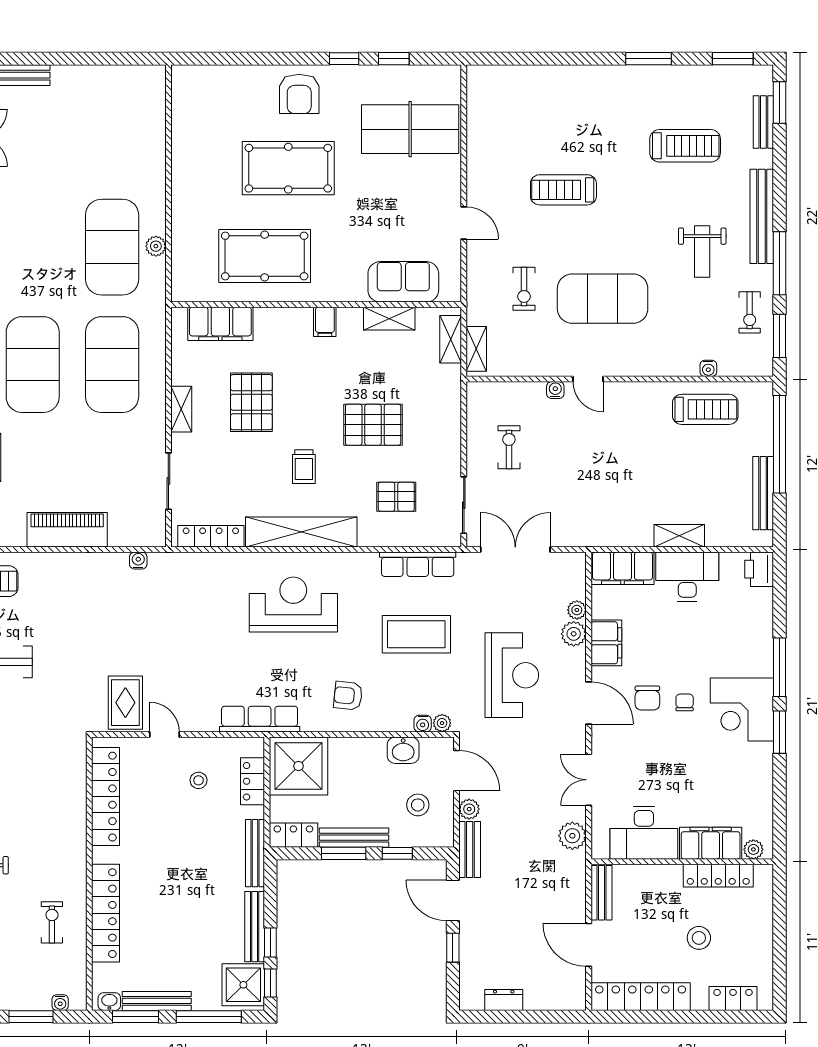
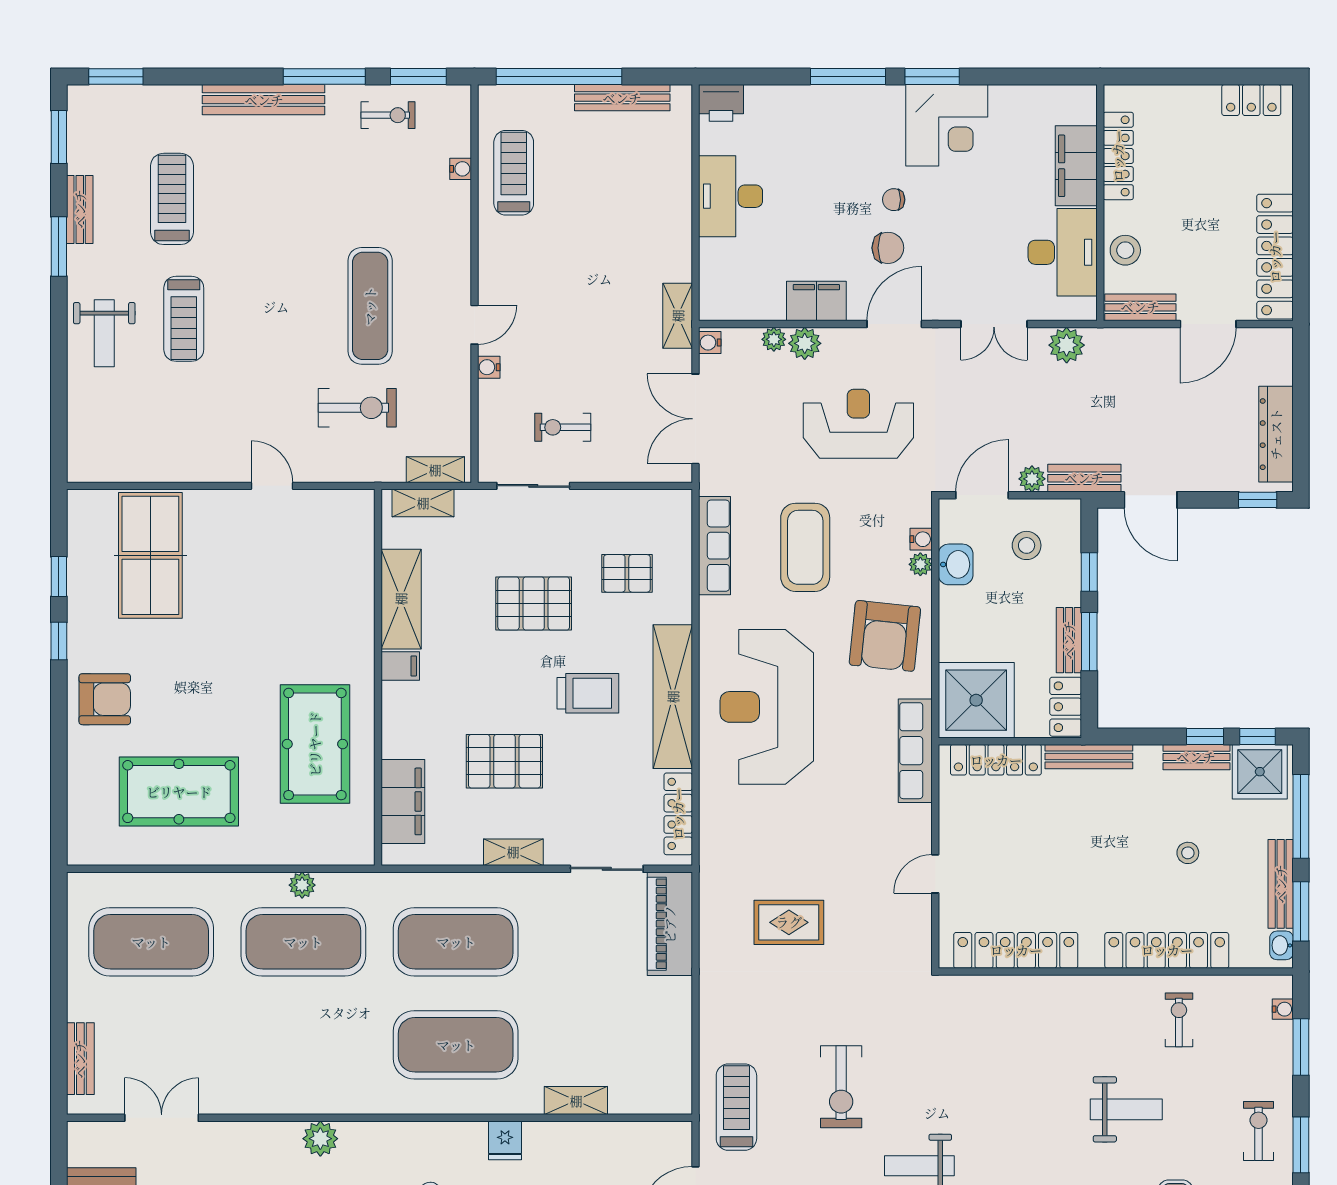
bench: (763, 122) -> (80, 209), moved, turned 90
exercise mat: (112, 130) -> (151, 942), added
pool table: (288, 168) -> (179, 792), moved, turned 90
treadmill: (563, 190) -> (184, 319), moved
door: (464, 223) -> (272, 486), hinge flipped
weight bench: (702, 252) -> (104, 333), moved, turned 90
sofa: (403, 282) -> (348, 564), removed
exercise bike: (524, 289) -> (357, 408), width x1.38, depth x1.39
exercise mat: (603, 299) -> (370, 306), width x0.68
shelving: (389, 319) -> (401, 599), width x1.50, depth x1.33
pallet: (373, 425) -> (534, 604), turned 90
trolley: (304, 467) -> (588, 693), width x1.36, depth x1.39
pallet: (396, 497) -> (627, 573), turned 90
sliding door: (464, 505) -> (533, 486), moved
piano: (67, 530) -> (670, 924), moved
shelving: (679, 536) -> (678, 316), moved
water cooler: (138, 561) -> (710, 343), moved
filing cabinet: (622, 568) -> (720, 280), removed
reception desk: (293, 605) -> (767, 707), width x1.36, depth x1.30
armchair: (348, 696) -> (885, 636), width x1.88, depth x1.88
rug: (125, 703) -> (789, 922), moved
corner desk: (742, 709) -> (947, 125), moved
plant: (442, 723) -> (920, 564), moved
stool: (199, 780) -> (1188, 853), moved
locker: (253, 781) -> (996, 760), width x1.53
bench: (354, 838) -> (1069, 640), width x0.73
plant: (753, 849) -> (1084, 110), removed
door: (453, 901) -> (1151, 500), hinge flipped
exercise bike: (52, 922) -> (1179, 1020), turned 90
bench: (255, 927) -> (1196, 757), width x0.73
stool: (699, 938) -> (1125, 250), moved
window: (453, 948) -> (1258, 500), moved
locker: (733, 998) -> (1251, 100), moved, turned -90
dresser: (504, 1000) -> (1276, 434), width x1.96, depth x1.24

